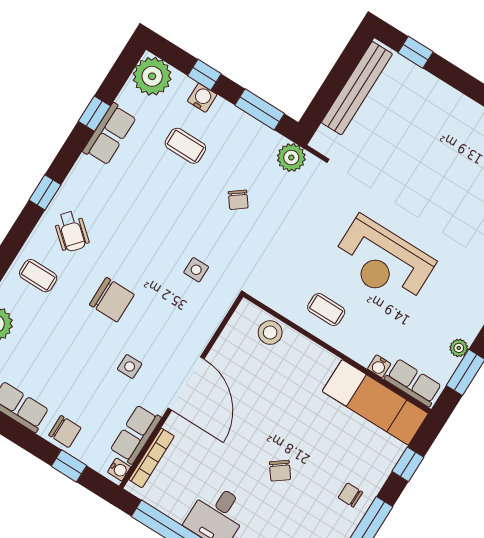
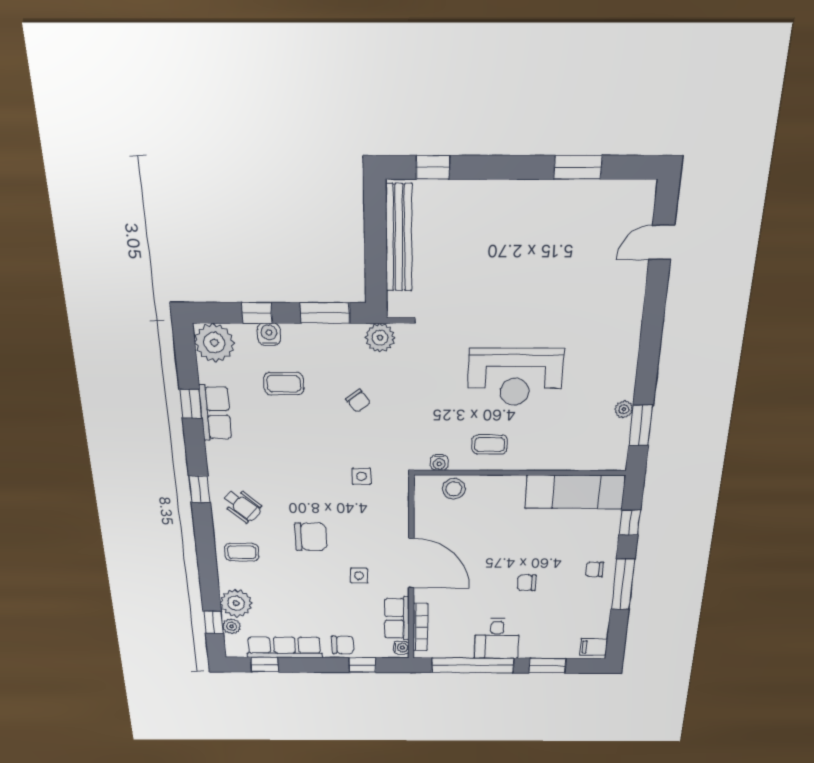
water cooler: (379, 366) -> (439, 463), moved
row of seats: (413, 383) -> (599, 459), removed
chair: (280, 471) -> (527, 583), turned 127

